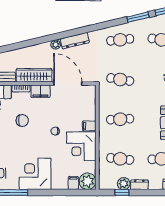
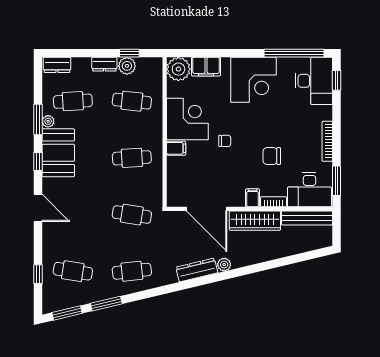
filing cabinet: (40, 91) -> (253, 198), width x0.50
filing cabinet: (73, 183) -> (206, 67), width x2.00

